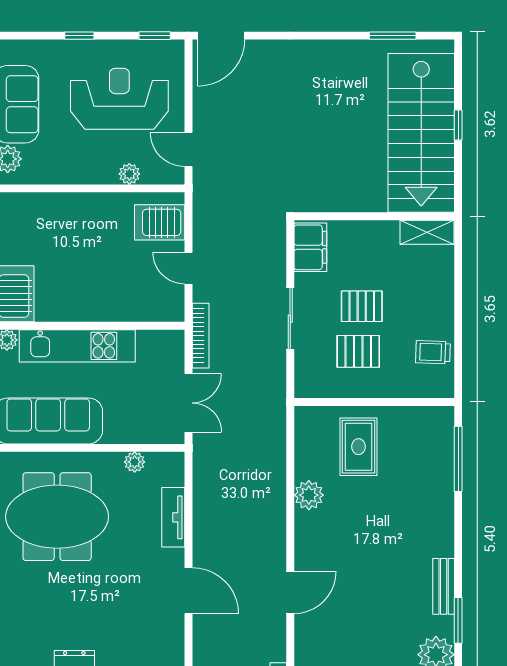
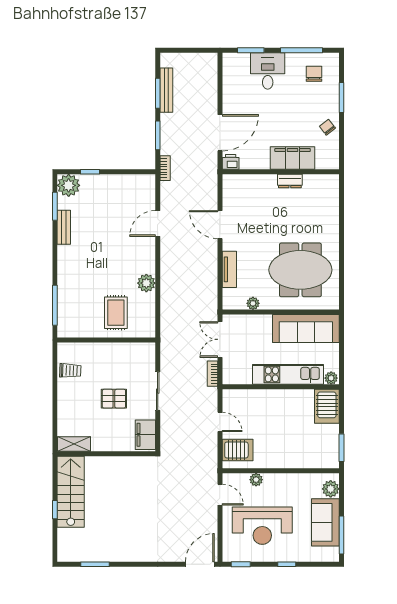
stairs: (421, 133) -> (71, 492), width x0.73, depth x0.66
bookcase: (201, 336) -> (213, 374), width x0.64
pallet: (358, 351) -> (116, 371), removed

